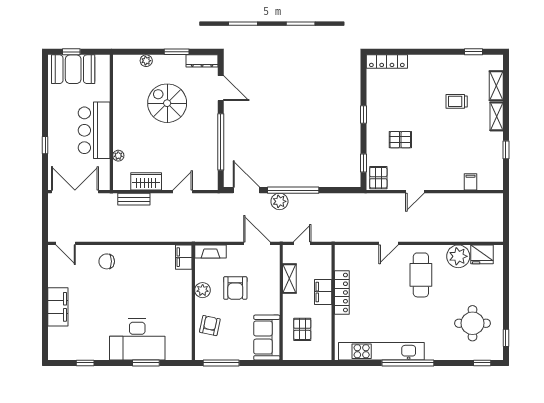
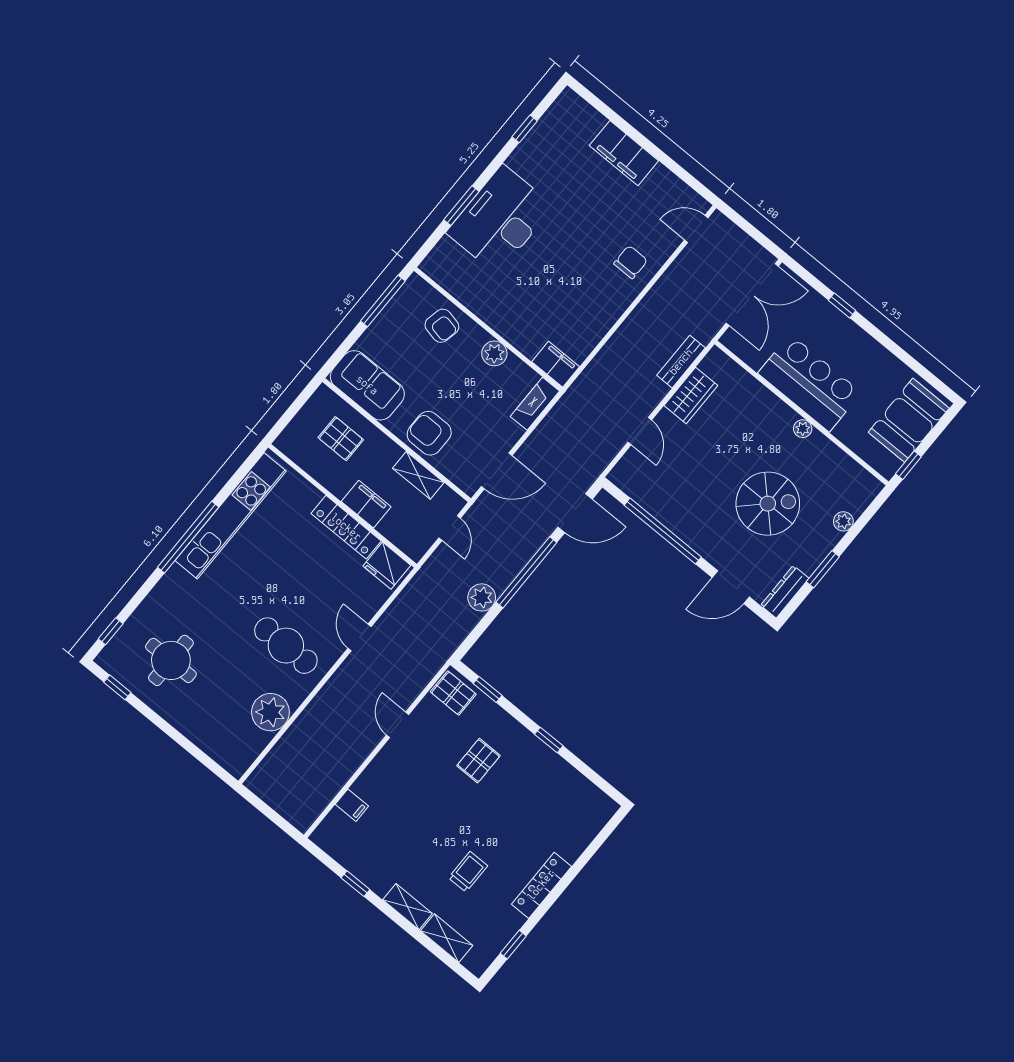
window: (71, 52) -> (908, 465), moved
locker: (387, 62) -> (541, 885), moved
plant: (118, 156) -> (803, 429), moved
plant: (279, 201) -> (482, 597), moved
fridge: (482, 254) -> (387, 566), moved, turned -90
armchair: (235, 288) -> (429, 433), moved

